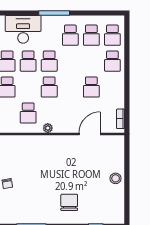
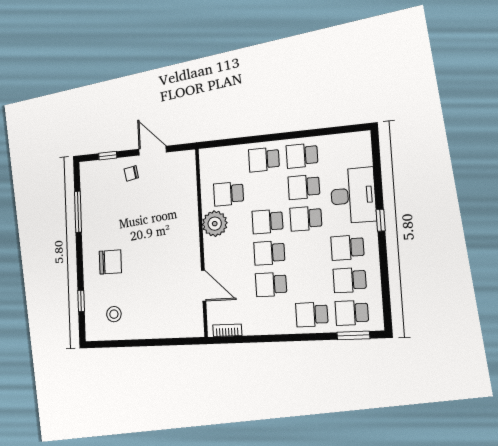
window: (54, 13) -> (381, 220), width x0.46
desk: (23, 29) -> (353, 196), moved
window: (127, 35) -> (353, 335), added
school desk: (70, 87) -> (269, 253), added
plant: (48, 128) -> (215, 224), width x1.87, depth x1.87
stool: (116, 178) -> (114, 314), moved

